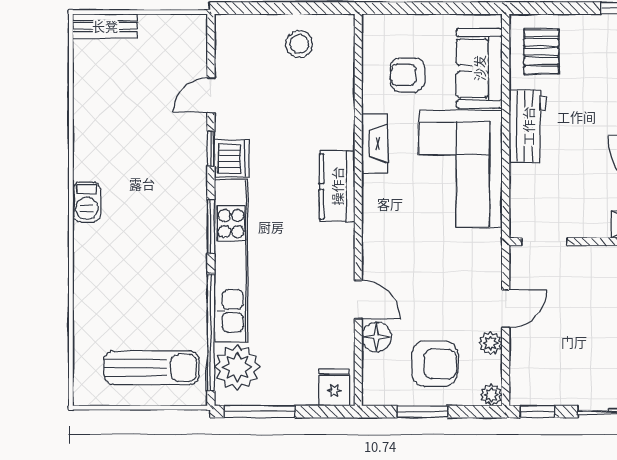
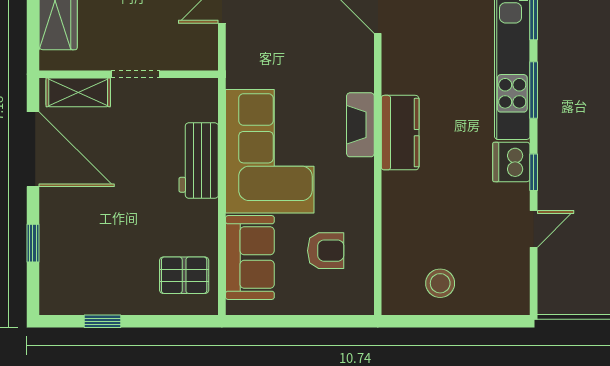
pallet: (541, 52) -> (184, 275), turned 90
workbench: (528, 126) -> (199, 161), moved
fireplace: (375, 143) -> (360, 125), moved
doorway: (544, 242) -> (135, 74), moved

